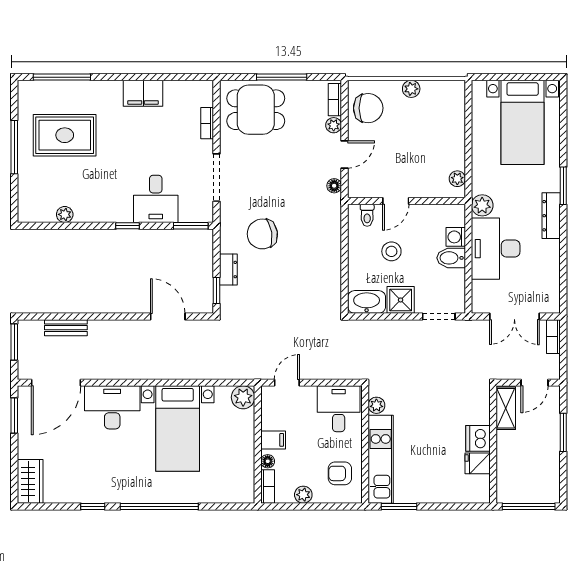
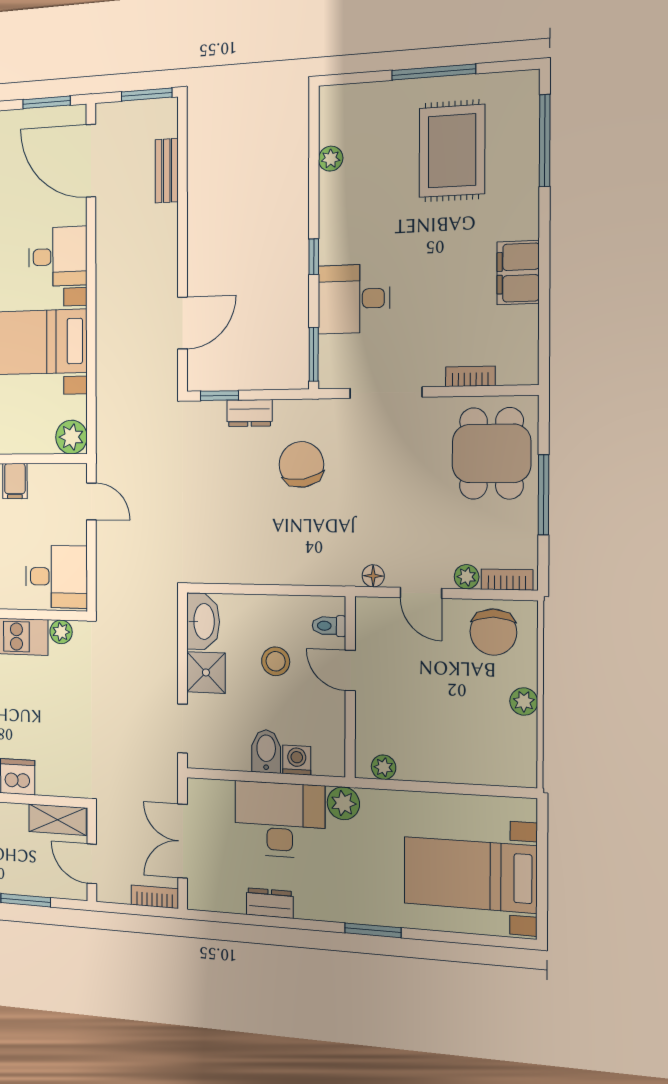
dresser: (551, 216) -> (270, 903), moved, width x0.70
desk: (112, 407) -> (58, 257), width x0.73

